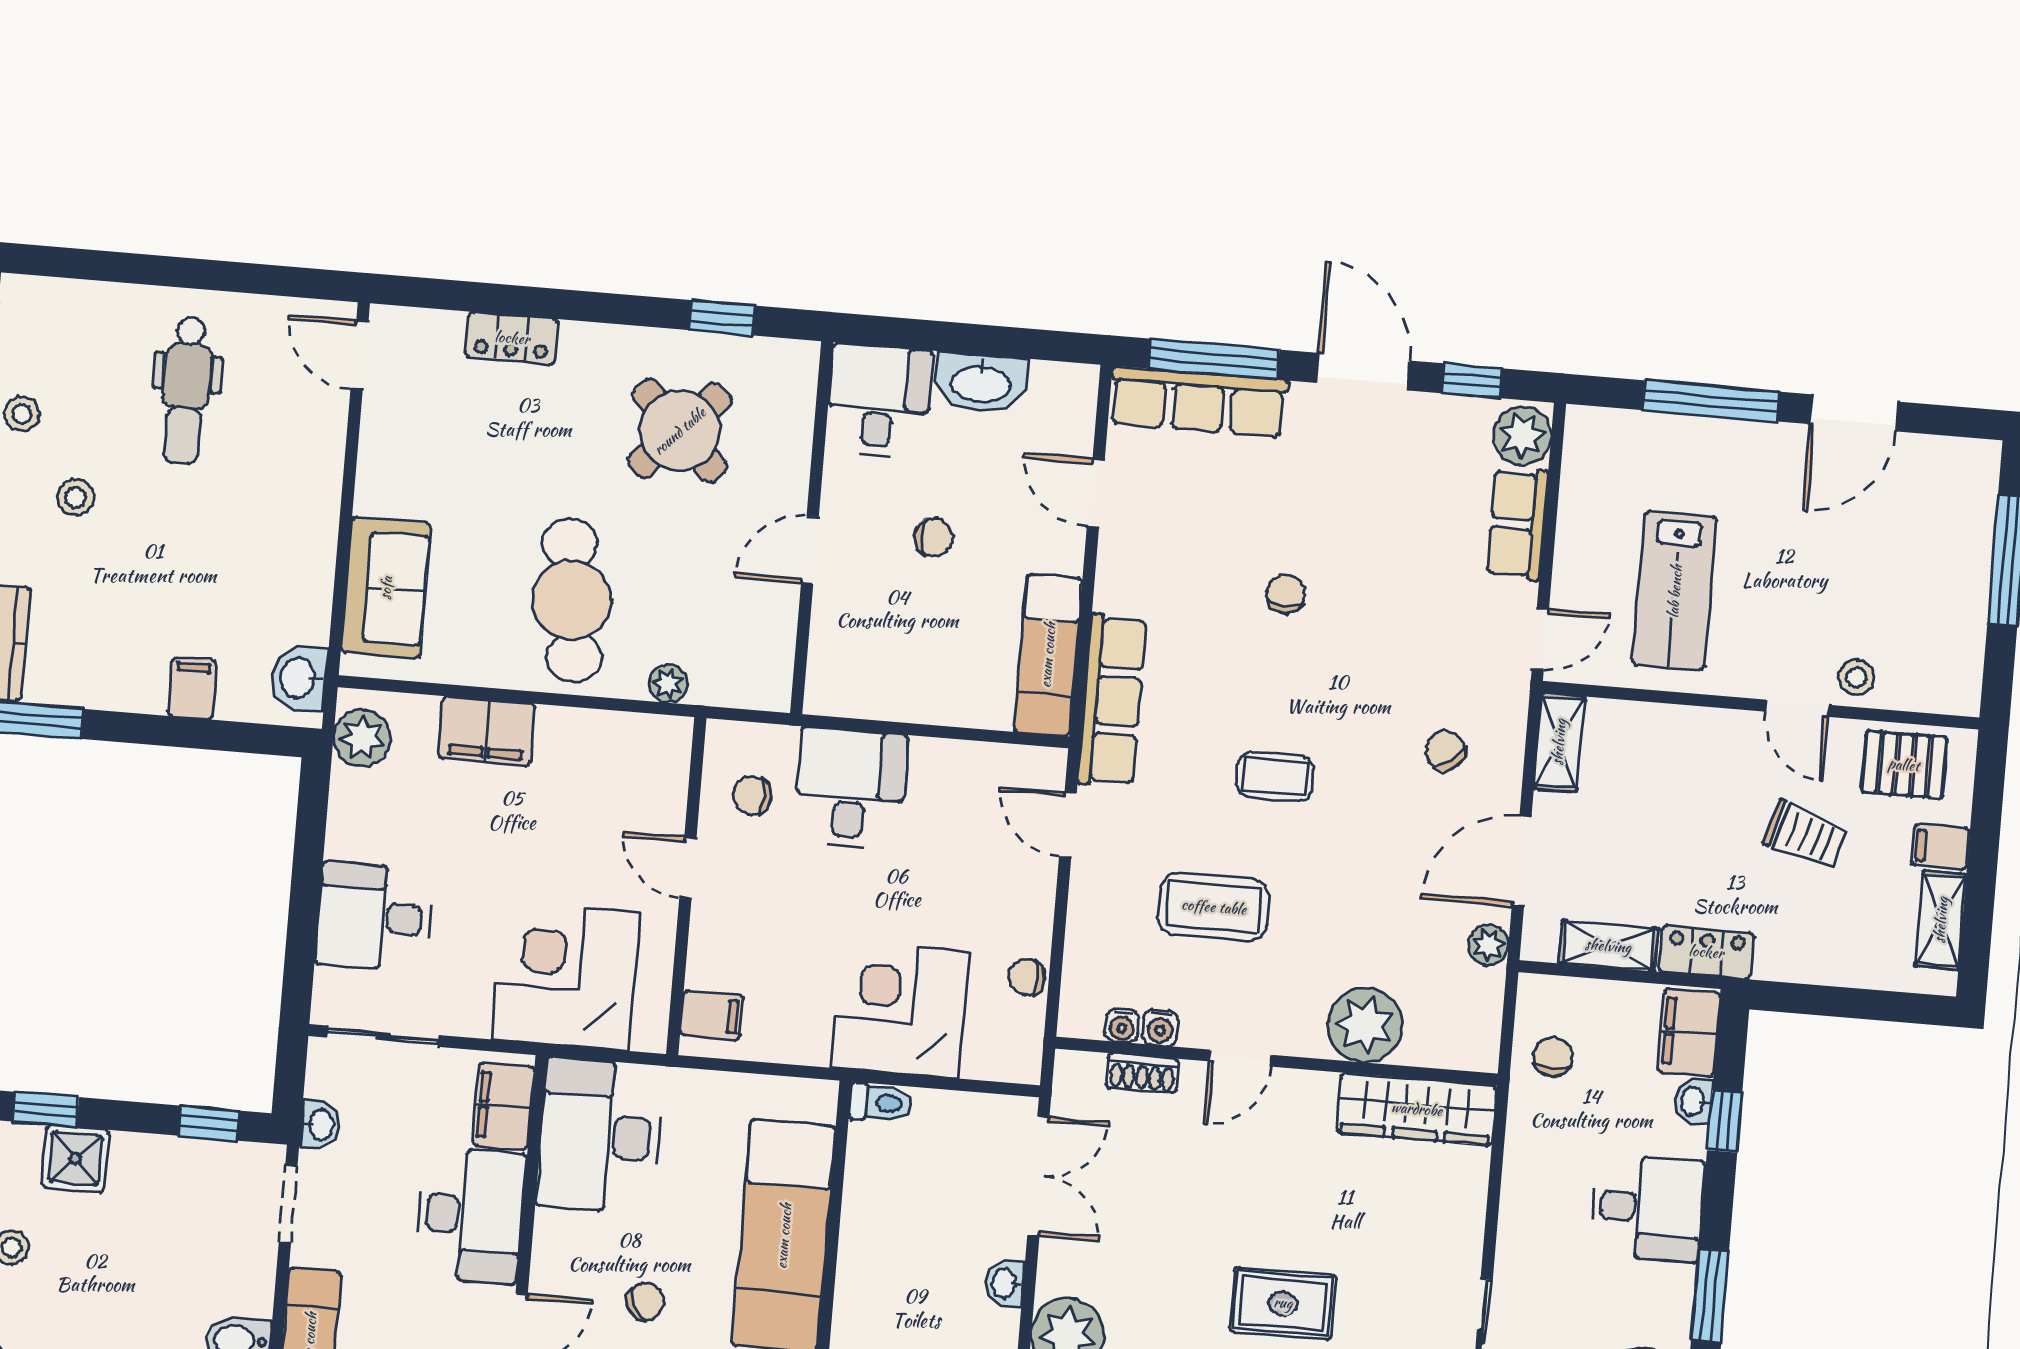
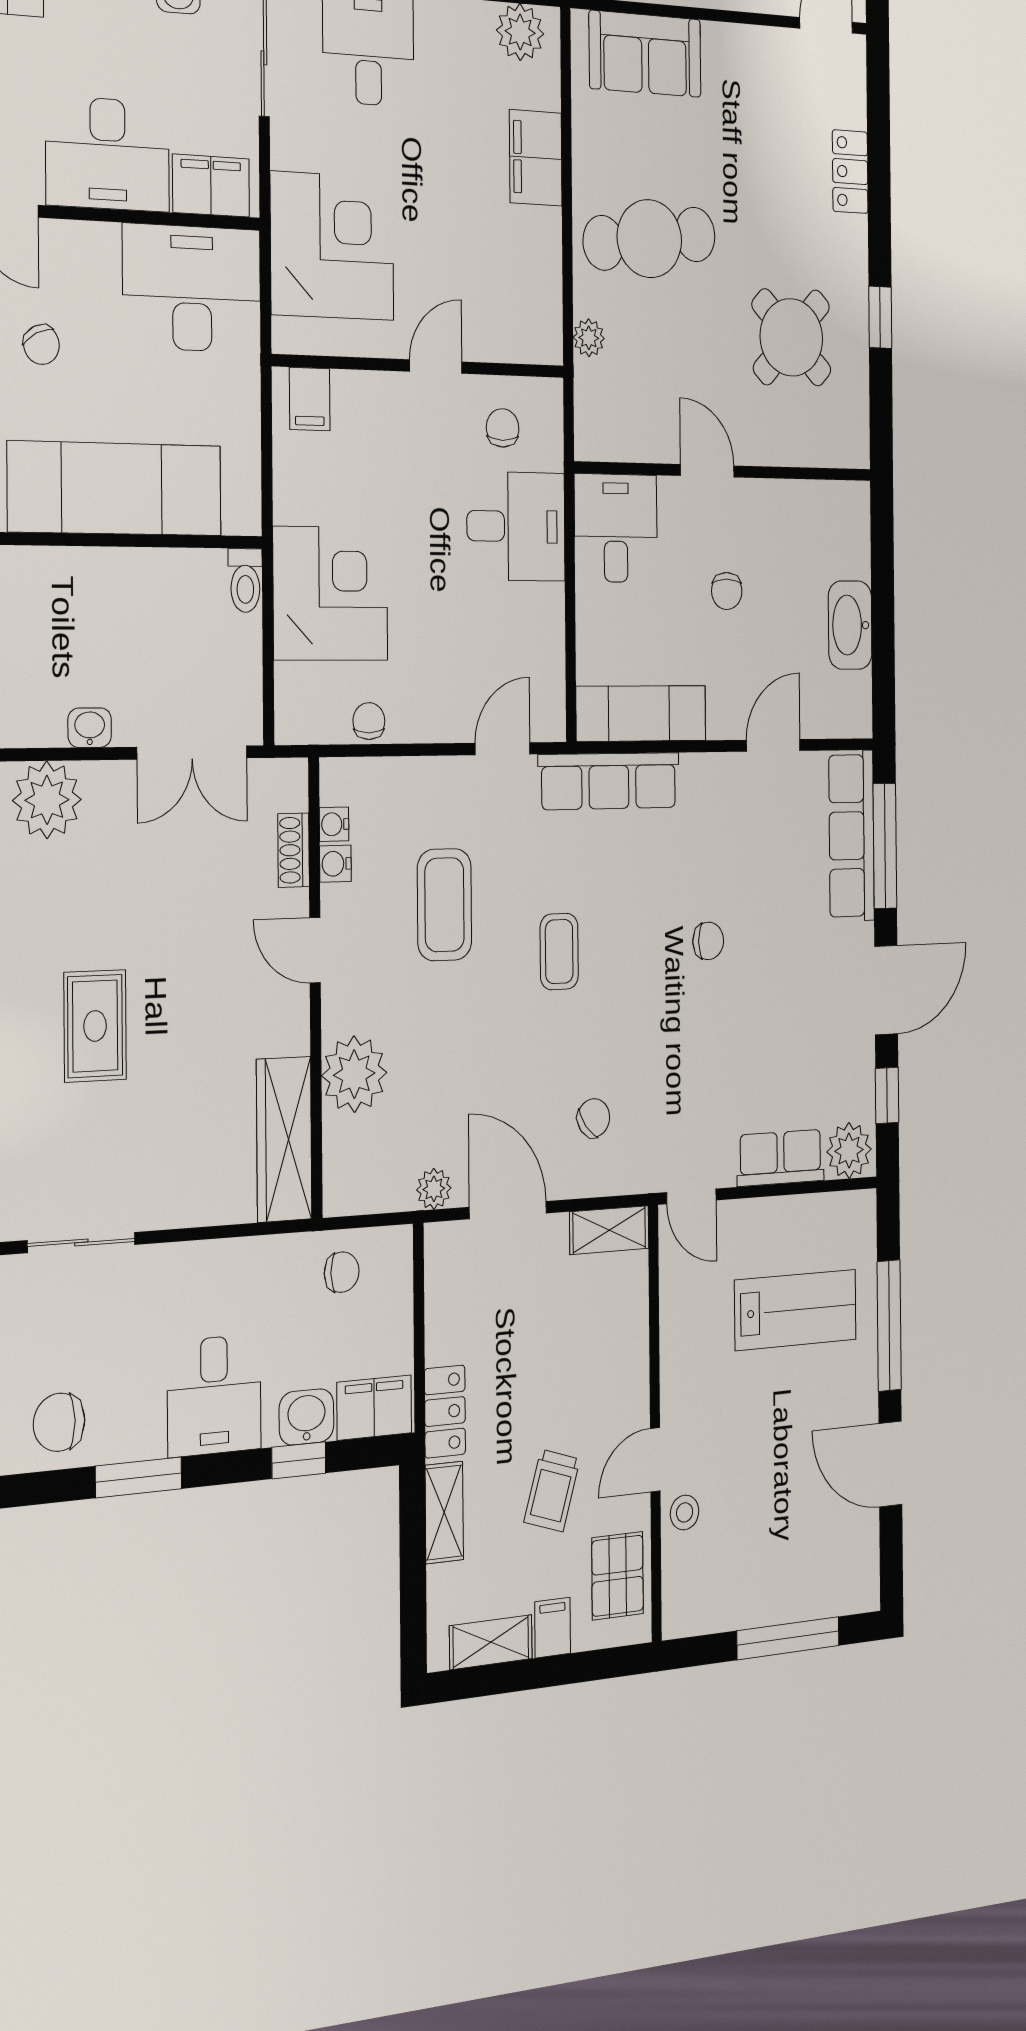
window: (722, 318) -> (880, 317), moved
desk: (879, 400) -> (616, 528), moved, turned -90
lab bench: (1675, 591) -> (796, 1310), moved, turned 180
shelving: (1608, 946) -> (444, 1512), moved
washbasin: (1694, 1101) -> (307, 1417), width x1.38, depth x1.45

